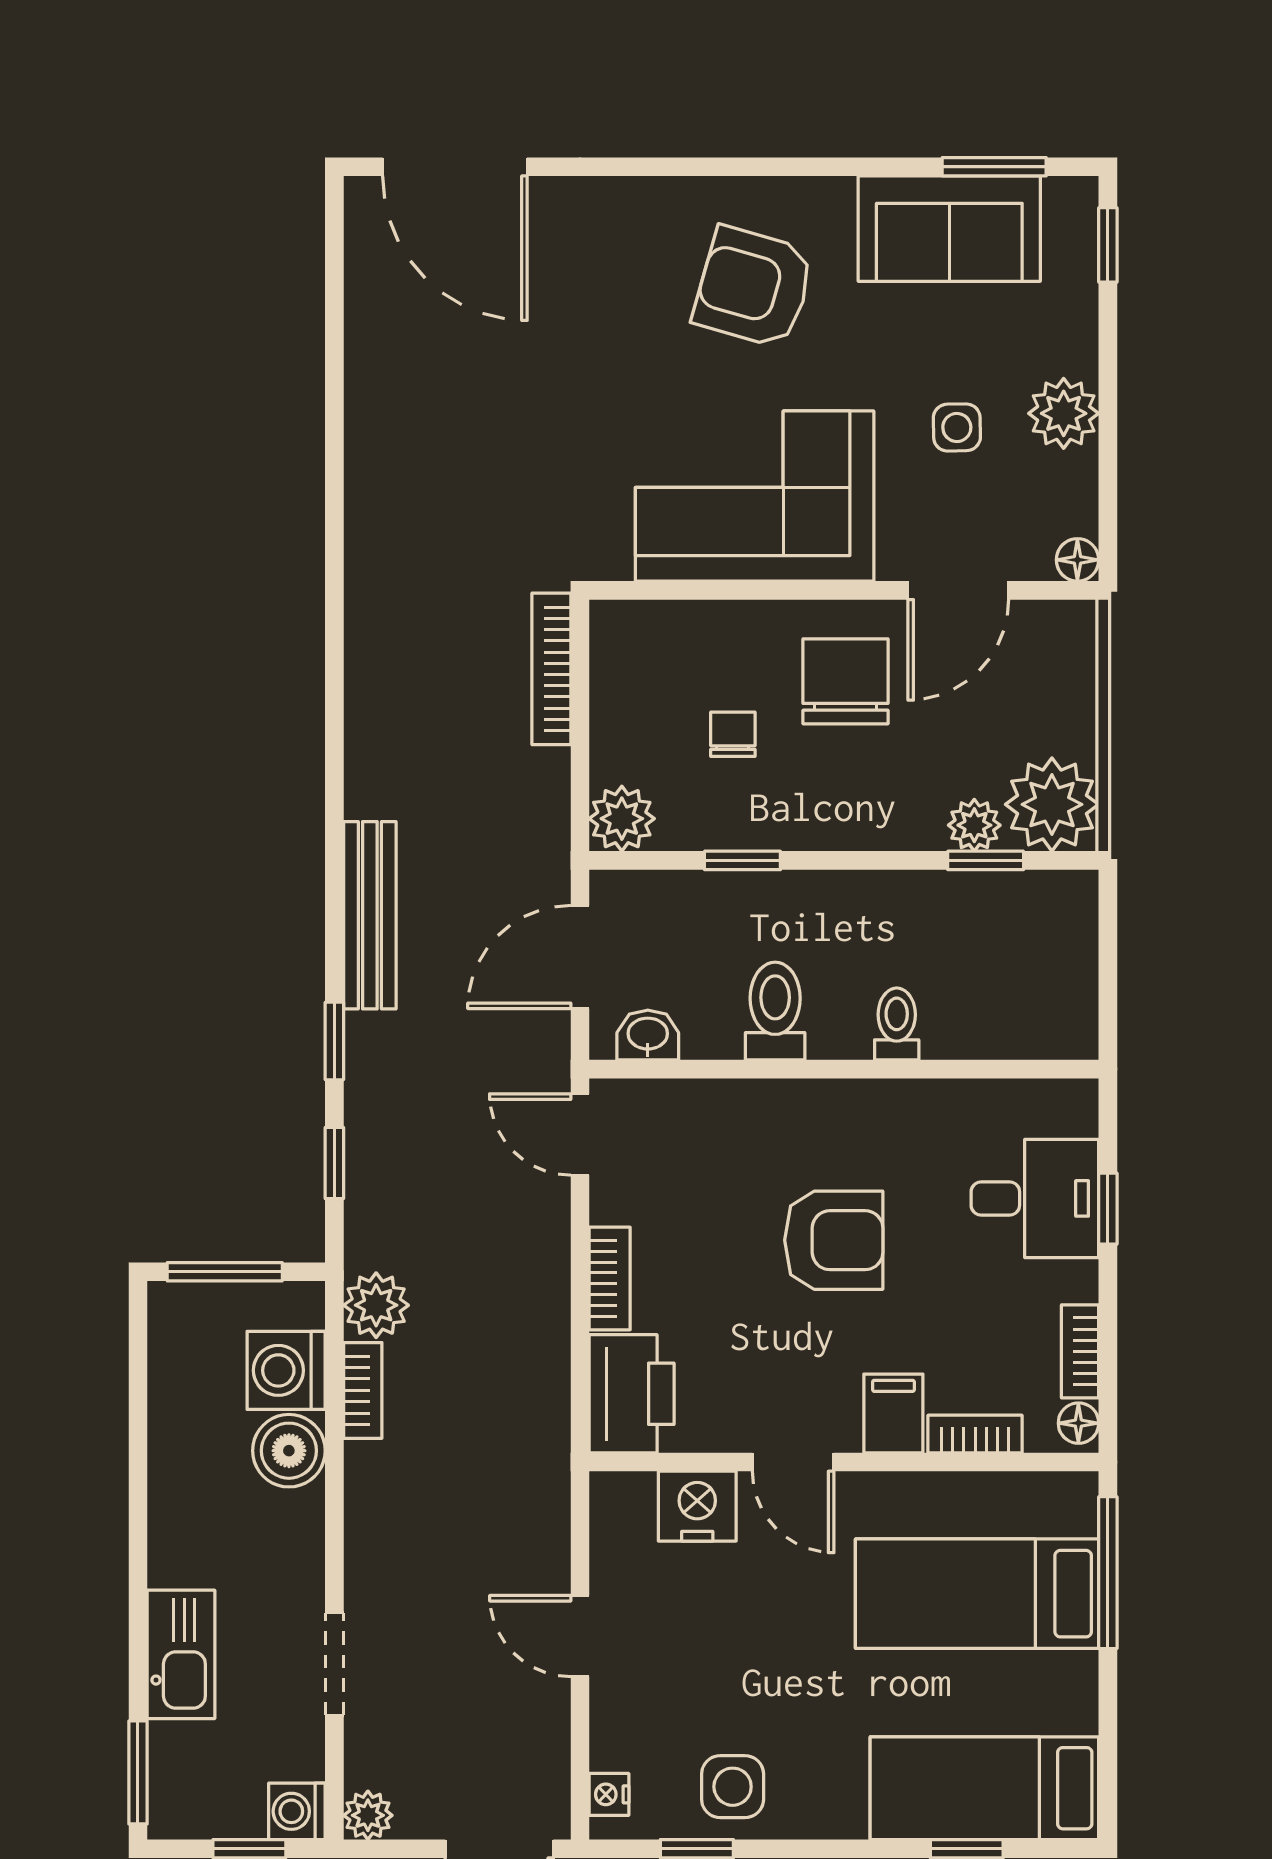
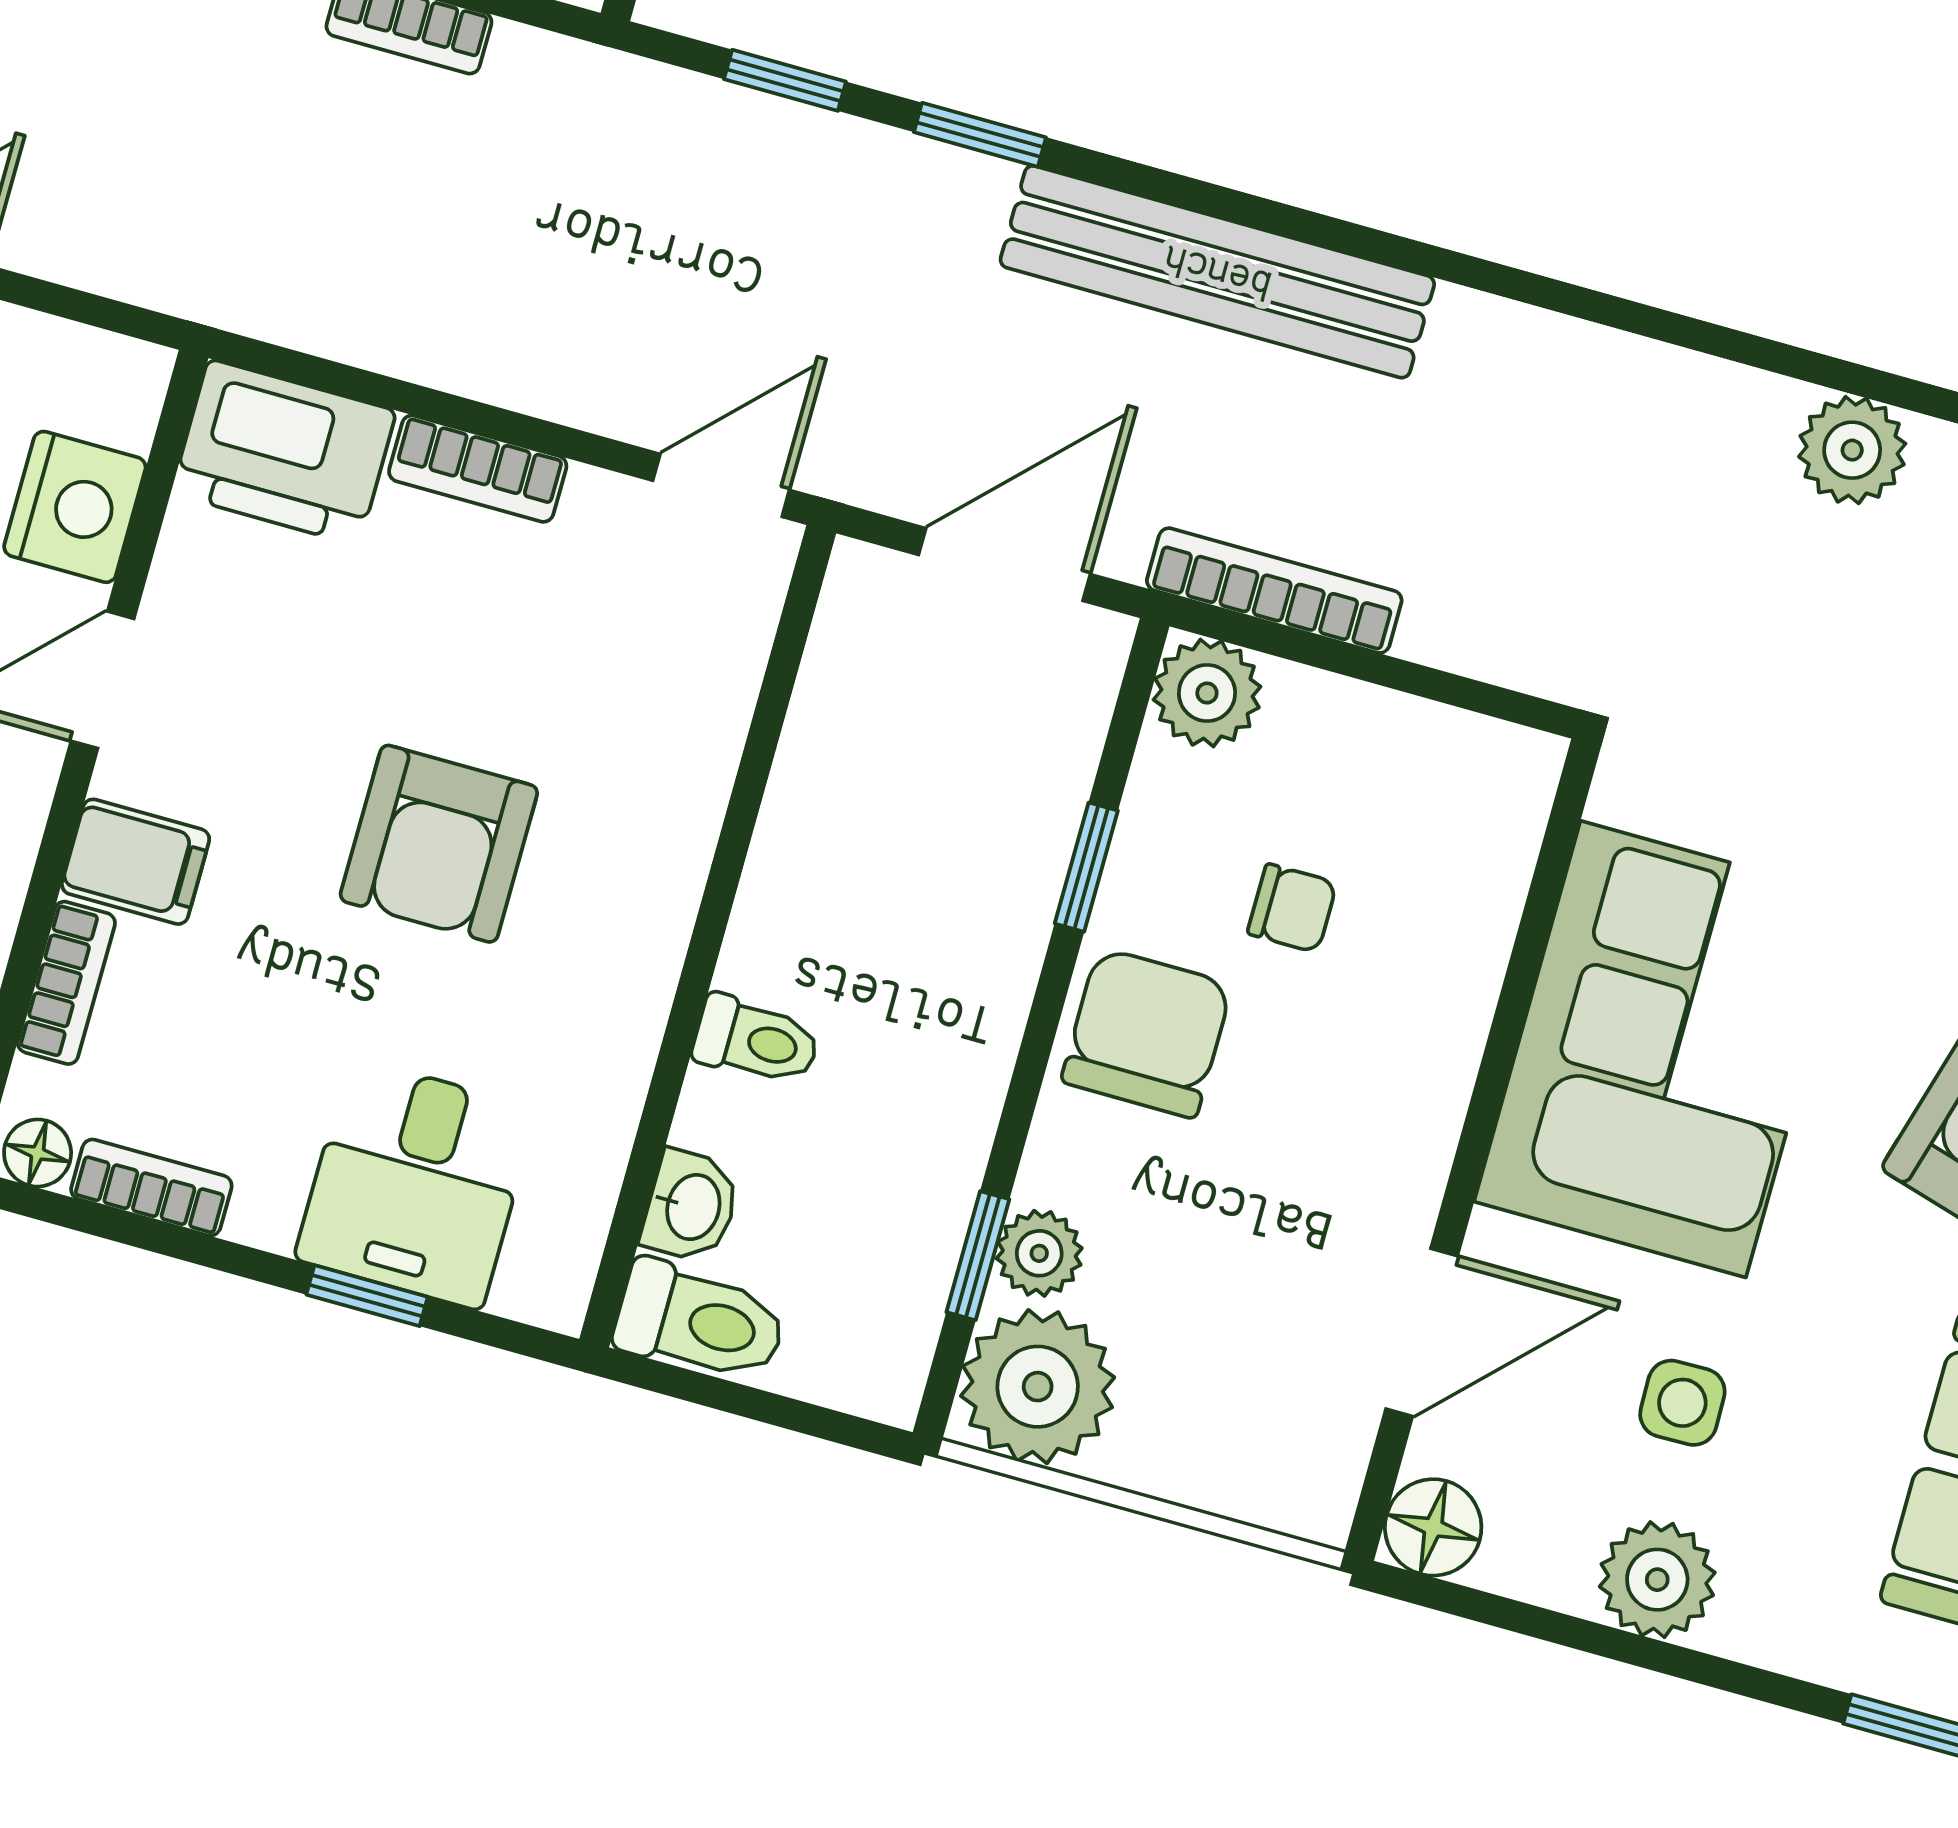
floor lamp: (1077, 560) -> (1433, 1527), width x1.37, depth x1.37
door: (958, 590) -> (1422, 1332), swing flipped
bookcase: (551, 669) -> (1274, 591), moved
chair: (846, 681) -> (1147, 1033), moved, turned -90
bench: (370, 915) -> (1217, 272), width x1.37, depth x1.21
door: (580, 957) -> (1004, 564), hinge flipped
toilet: (775, 1011) -> (700, 1322), moved
washbasin: (648, 1035) -> (691, 1206), moved
plant: (376, 1305) -> (1852, 450), moved

